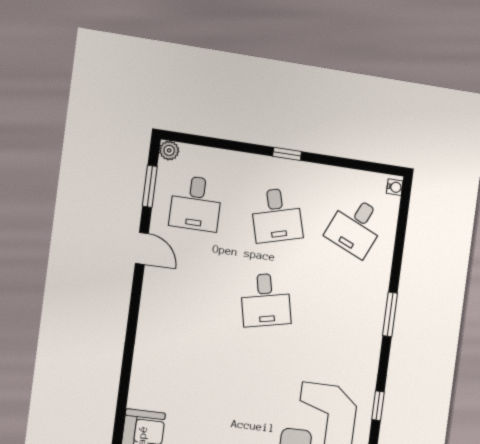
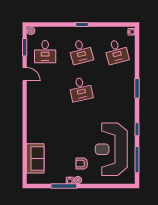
desk: (356, 227) -> (116, 52), turned -39

